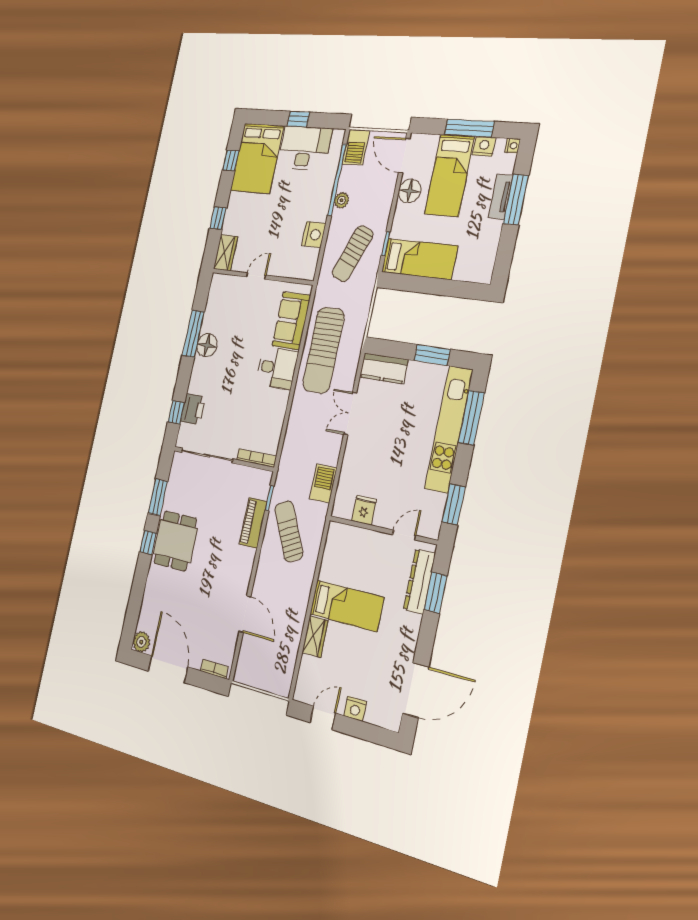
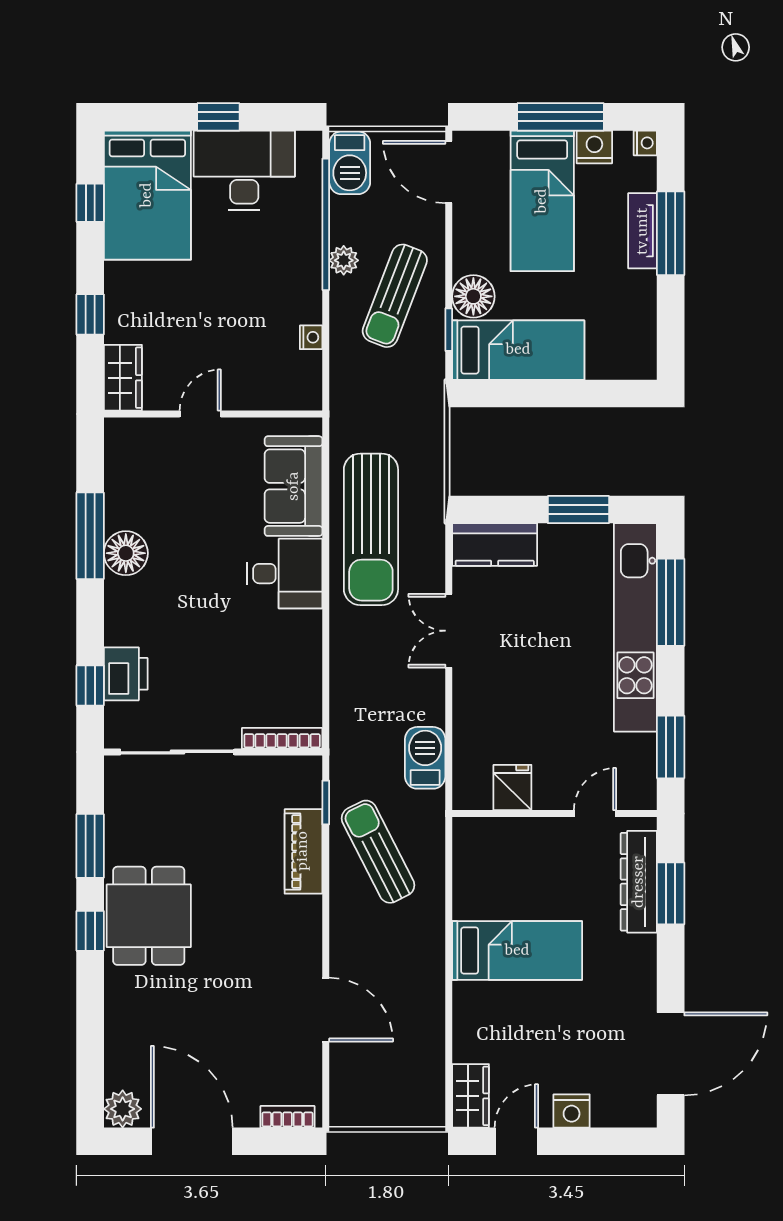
floor lamp: (410, 191) -> (473, 296), moved
nightstand: (314, 235) -> (311, 337), width x0.53, depth x0.56
sun lounger: (353, 254) -> (395, 296), moved
wardrobe: (315, 636) -> (471, 1096), moved

